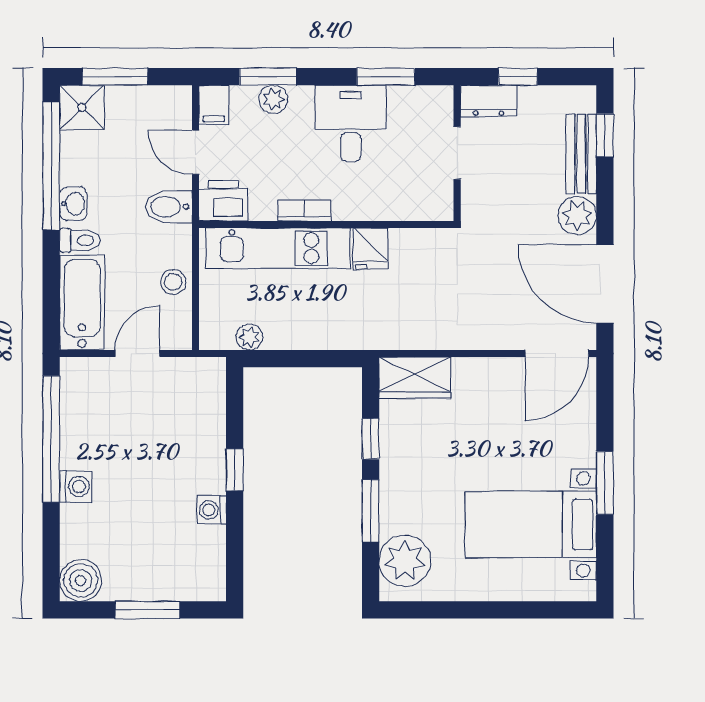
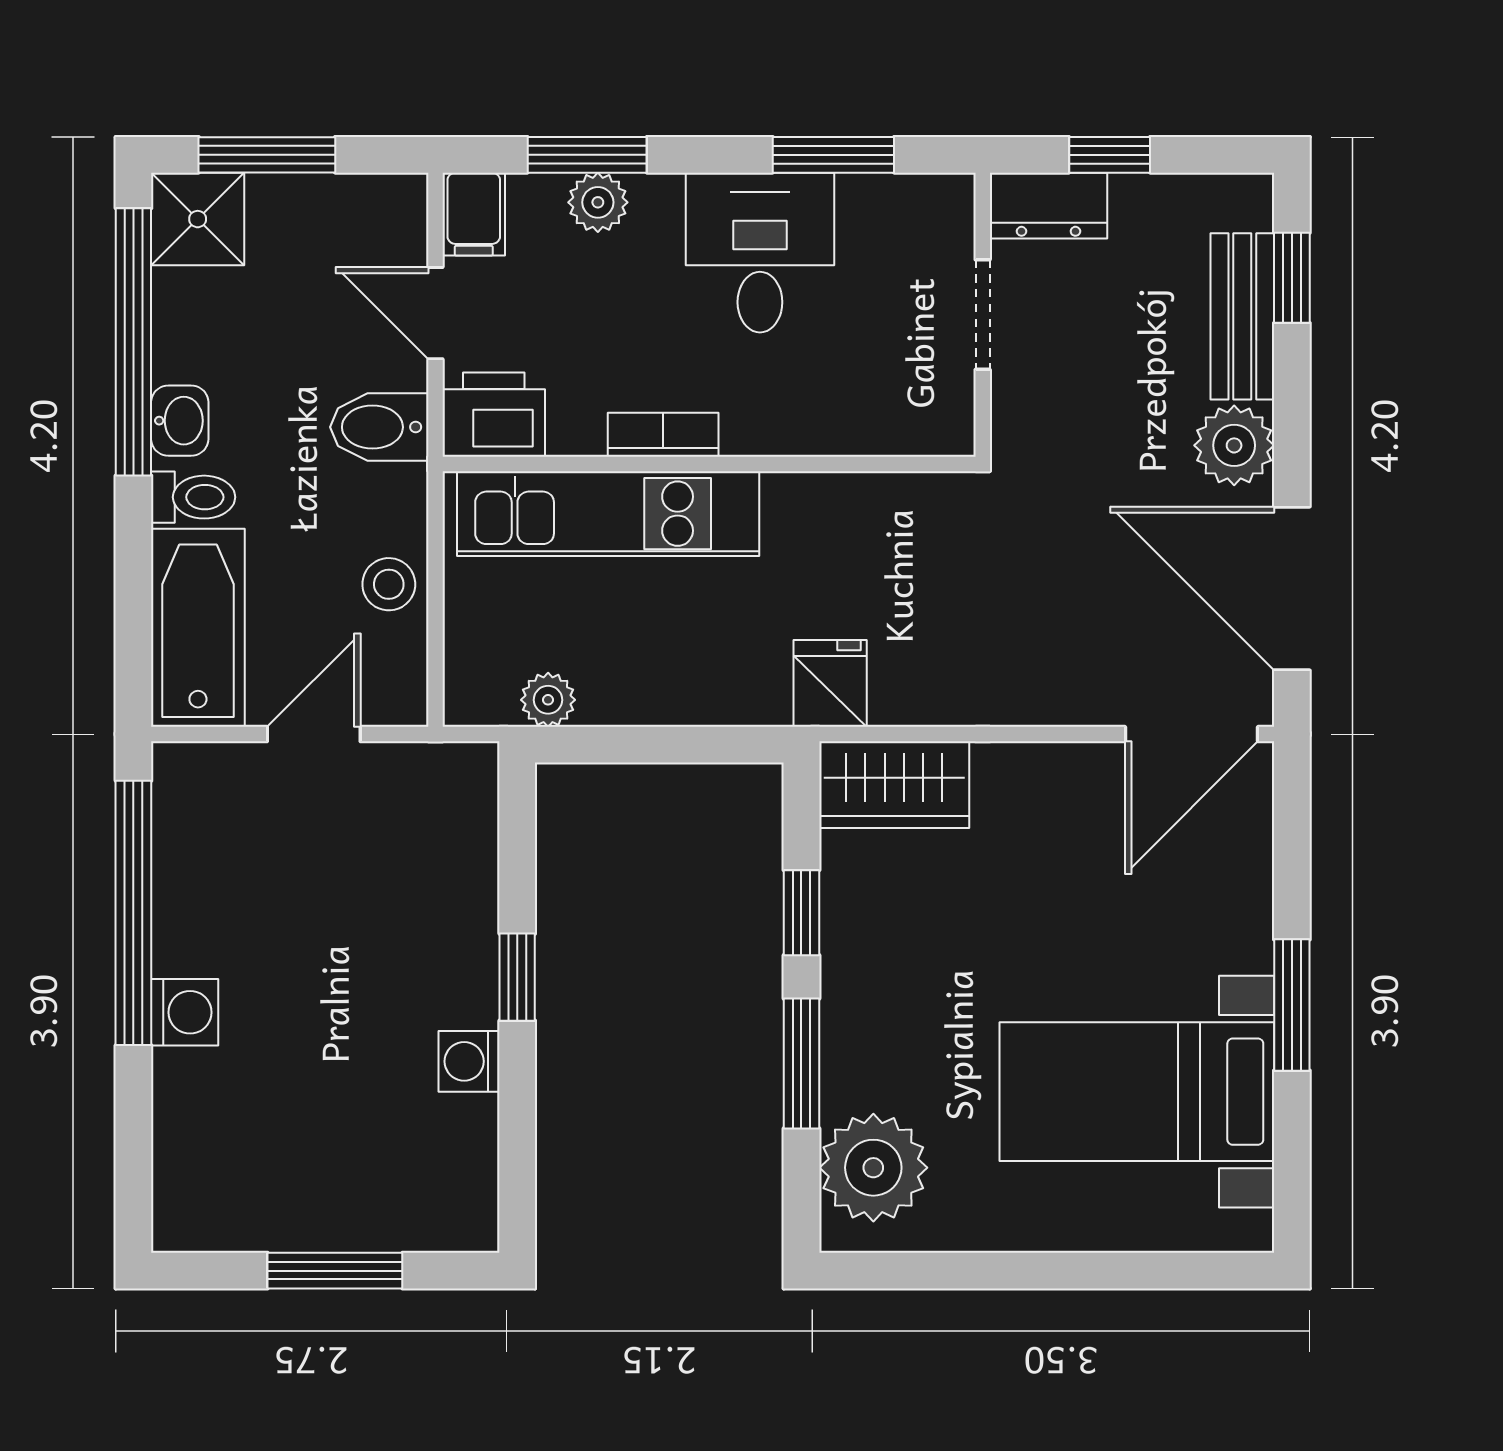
fridge: (370, 249) -> (830, 683), moved, turned 180
boiler: (81, 580) -> (195, 1209), removed

